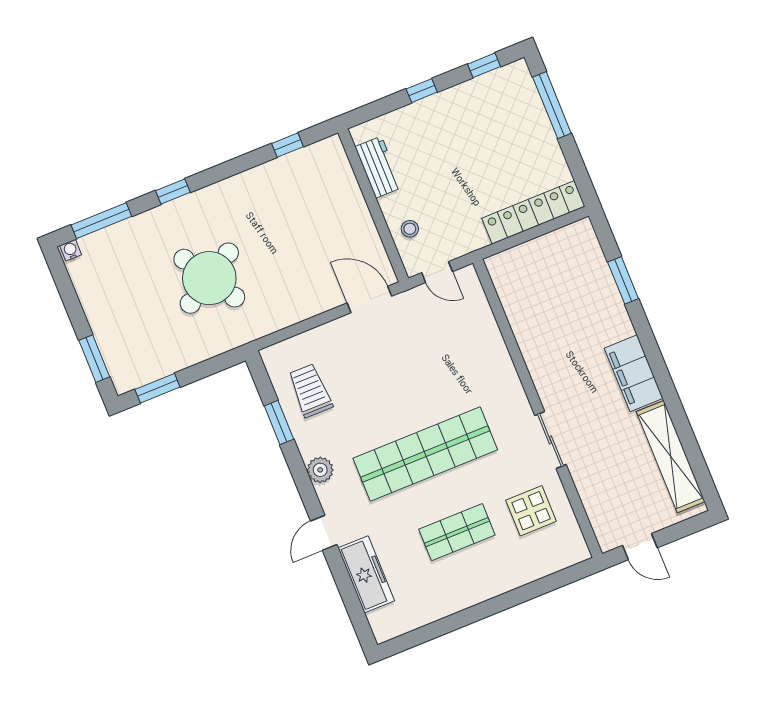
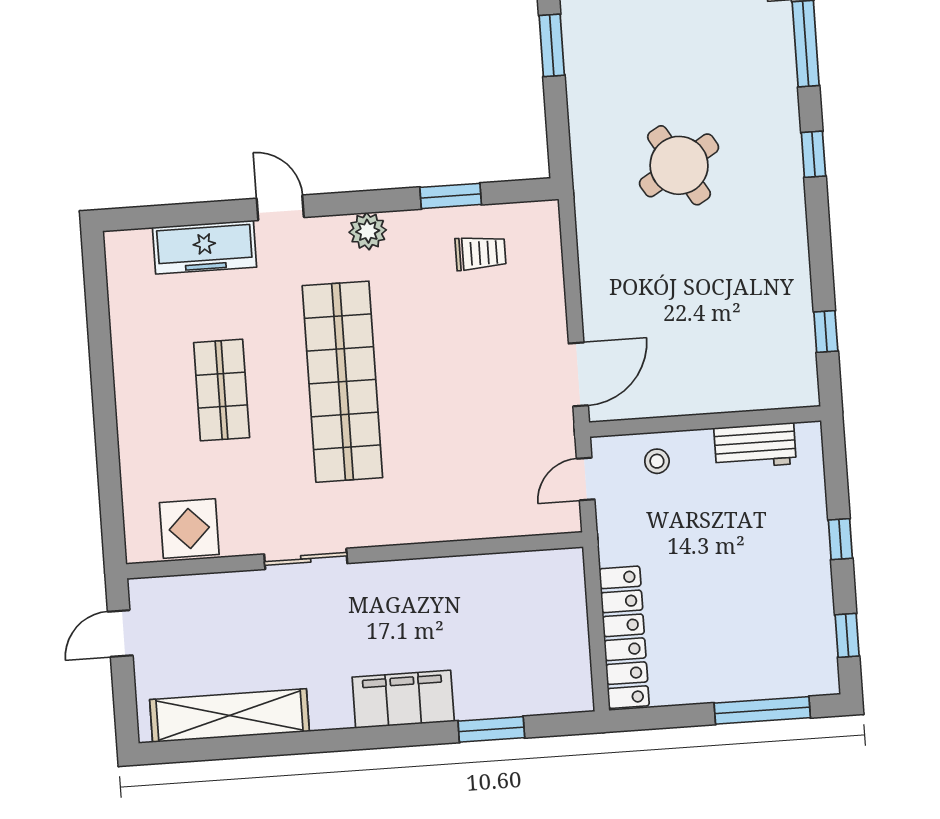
round table: (209, 278) -> (679, 165), width x0.73, depth x0.73
filing cabinet: (634, 373) -> (403, 699), moved
trolley: (310, 391) -> (480, 253), width x0.73, depth x0.72
display table: (531, 511) -> (189, 528), moved

